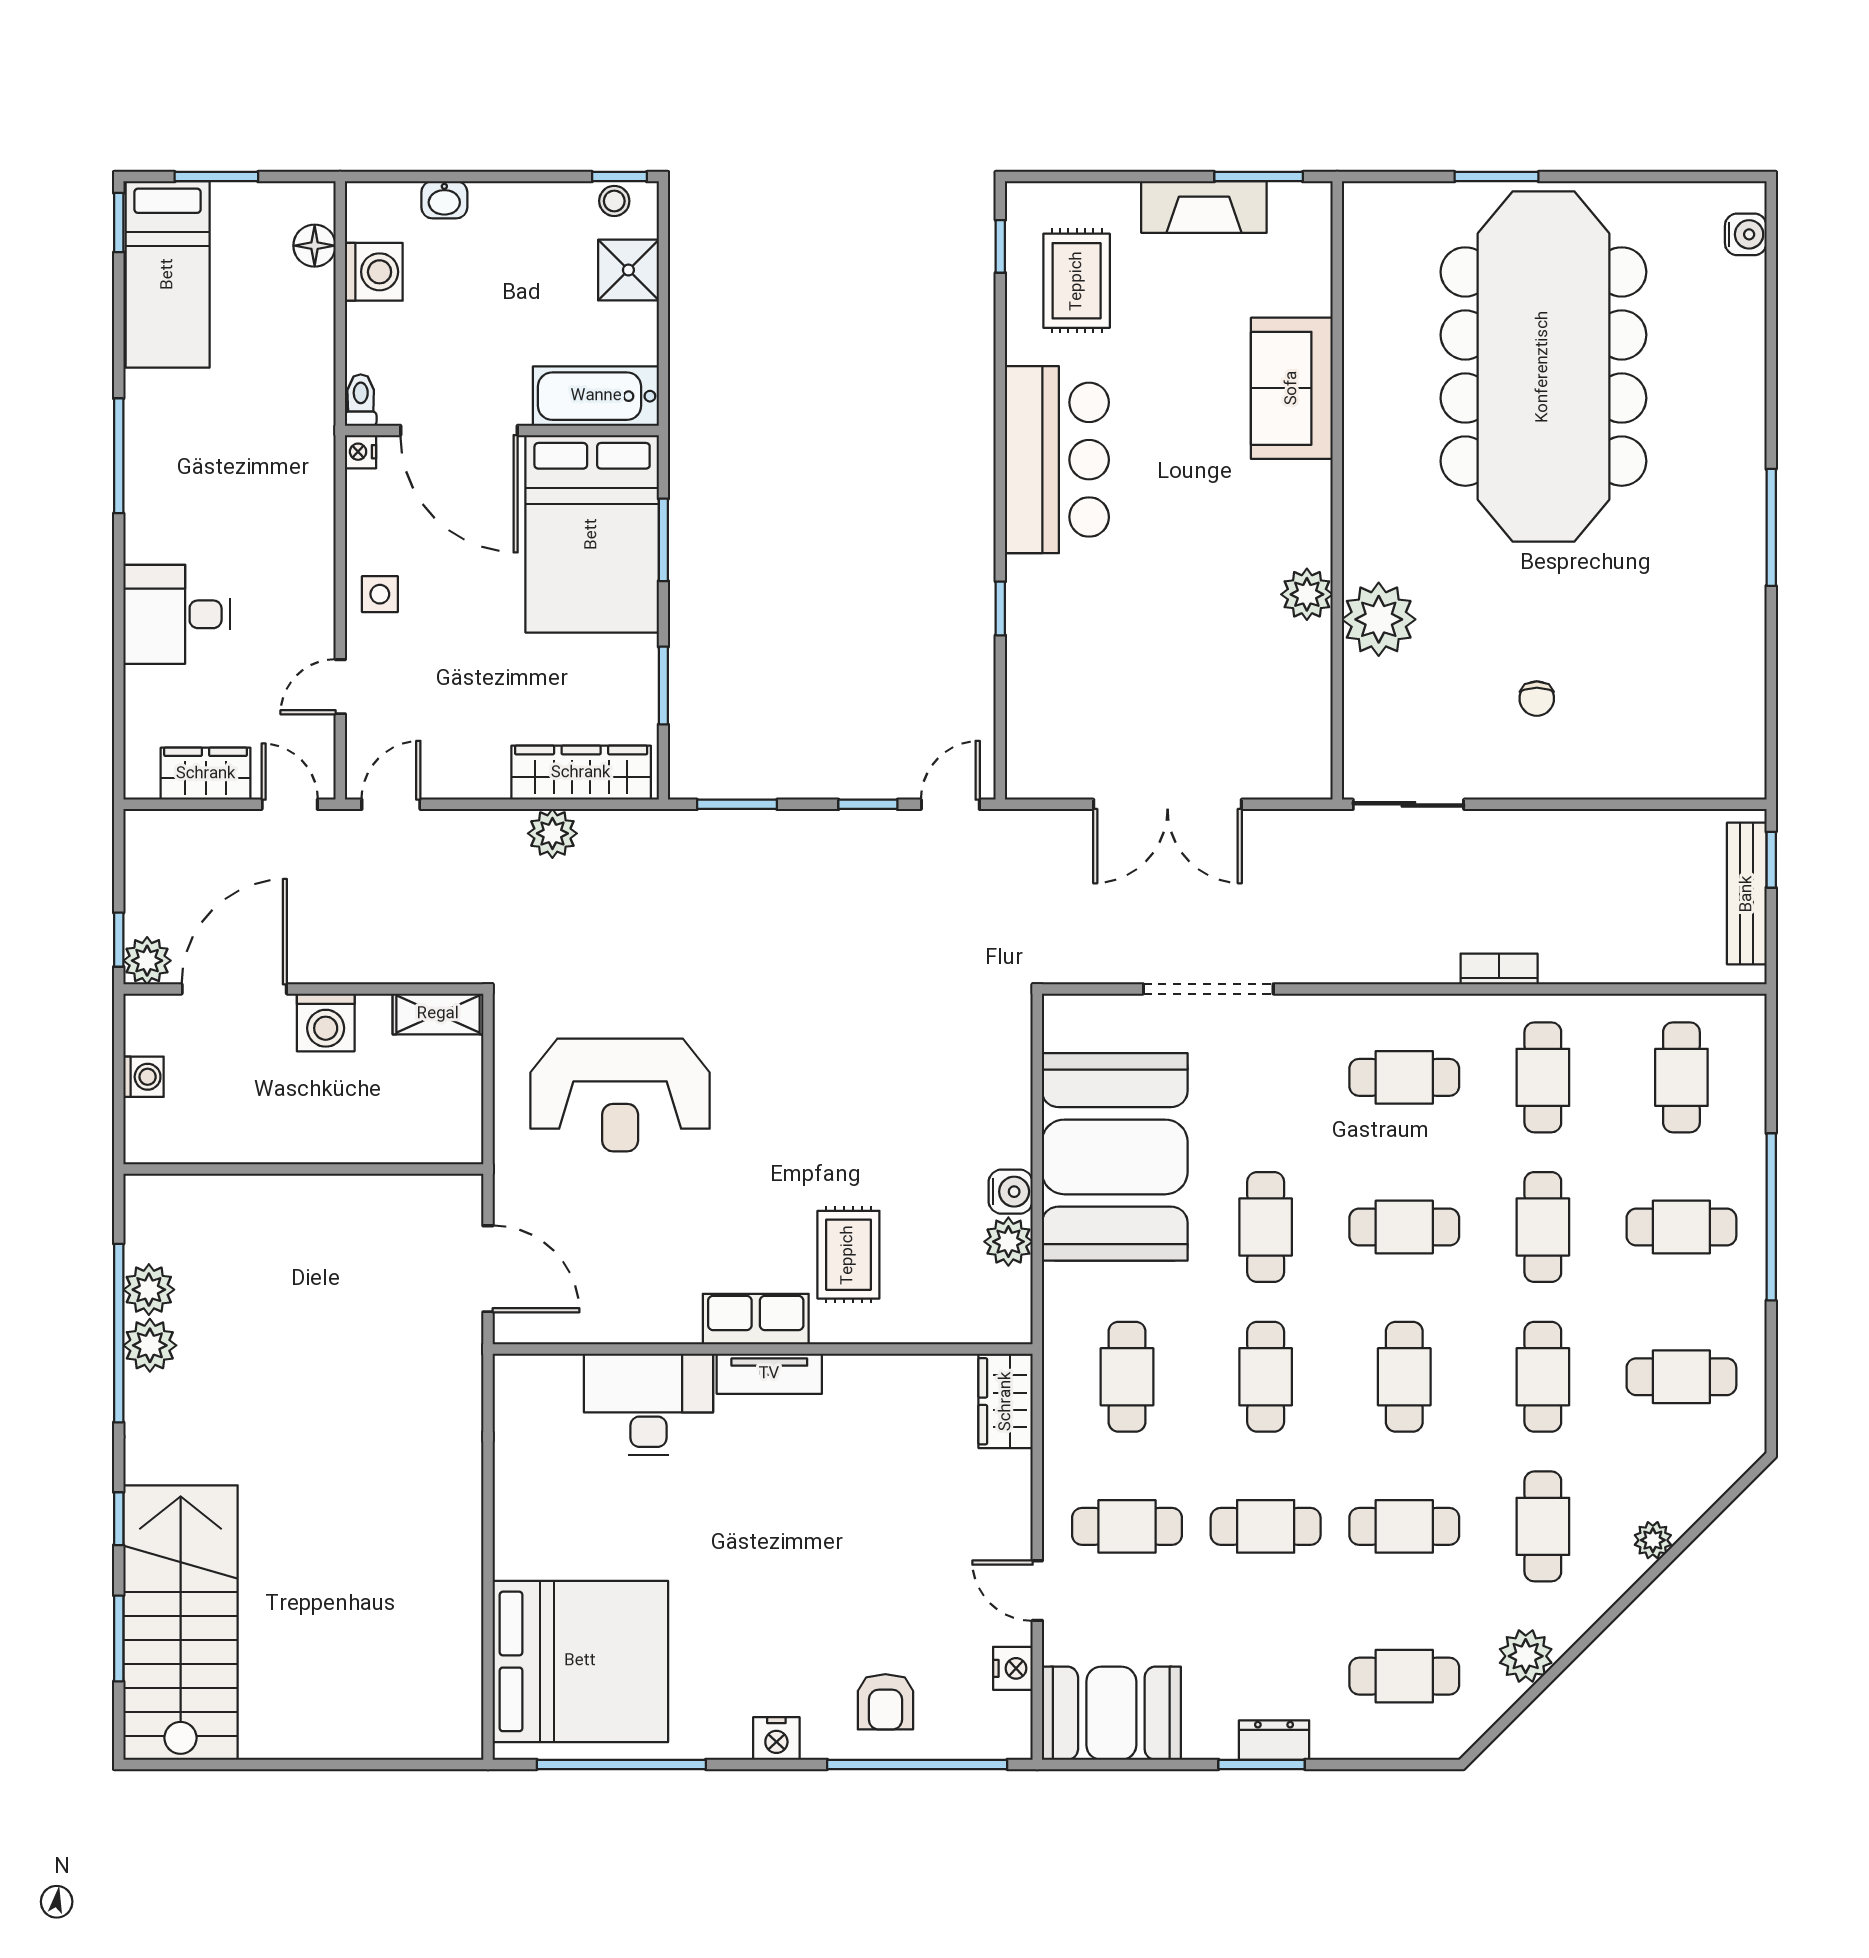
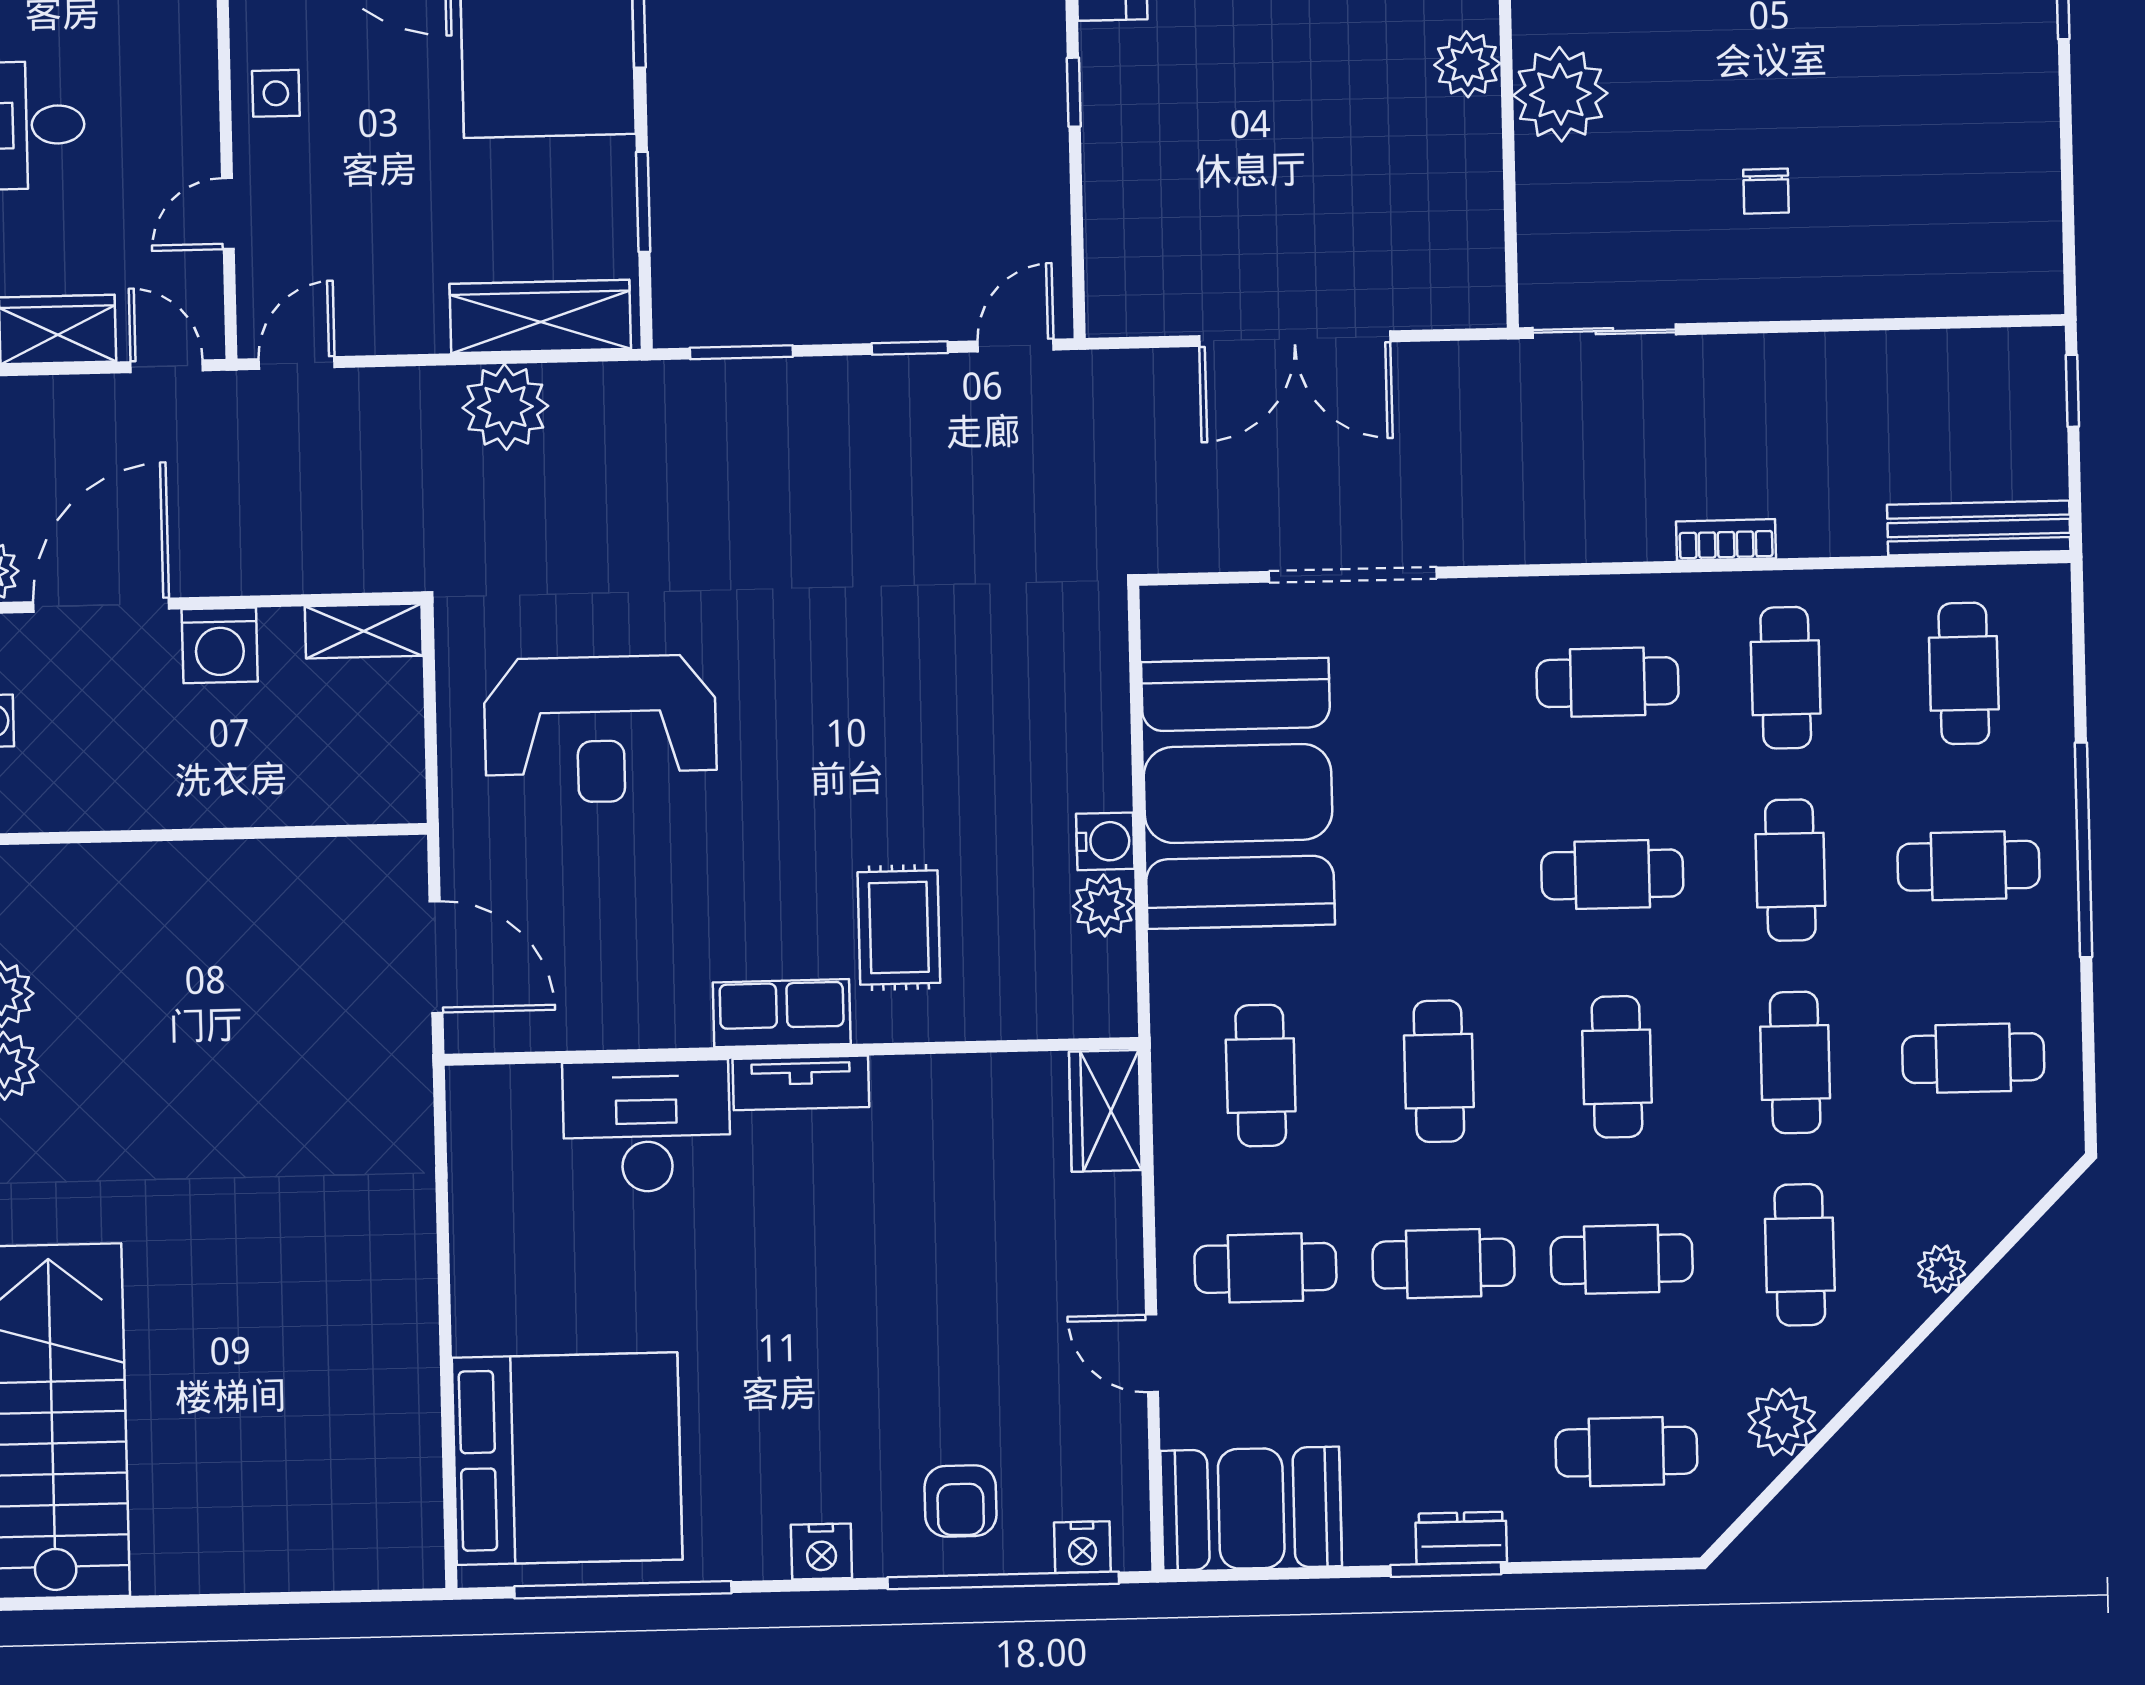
plant: (552, 833) -> (505, 407), width x1.36, depth x1.36
bench: (1747, 894) -> (1979, 528), moved, turned 90
cafe table: (1266, 1227) -> (1434, 879), removed
nightstand: (1013, 1668) -> (1082, 1547), moved, turned 90

